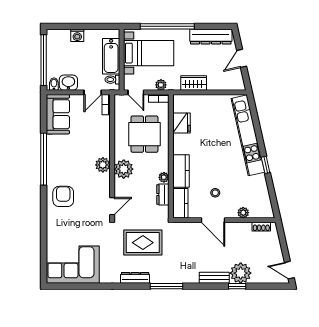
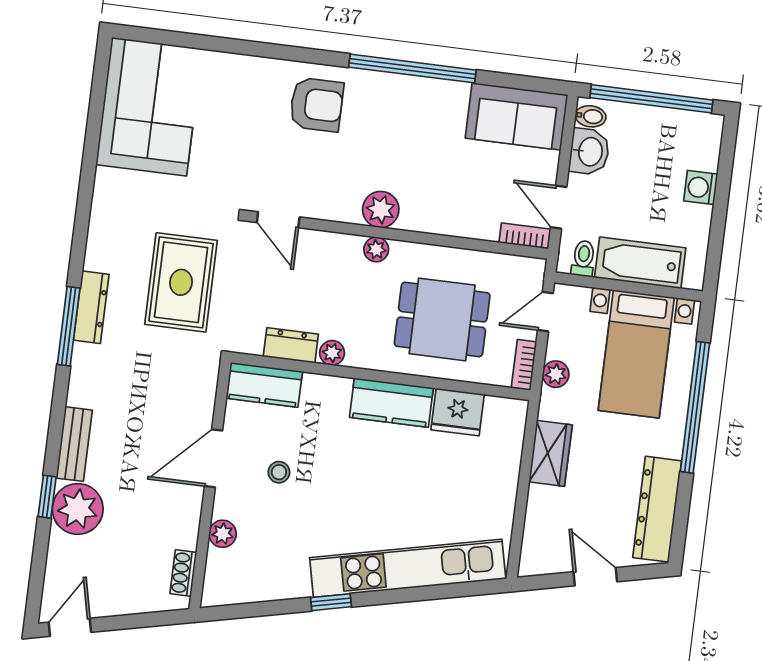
plant: (124, 169) -> (376, 249), width x0.53, depth x0.53
kitchen counter: (181, 171) -> (391, 403), moved
dresser: (135, 278) -> (91, 307), moved

